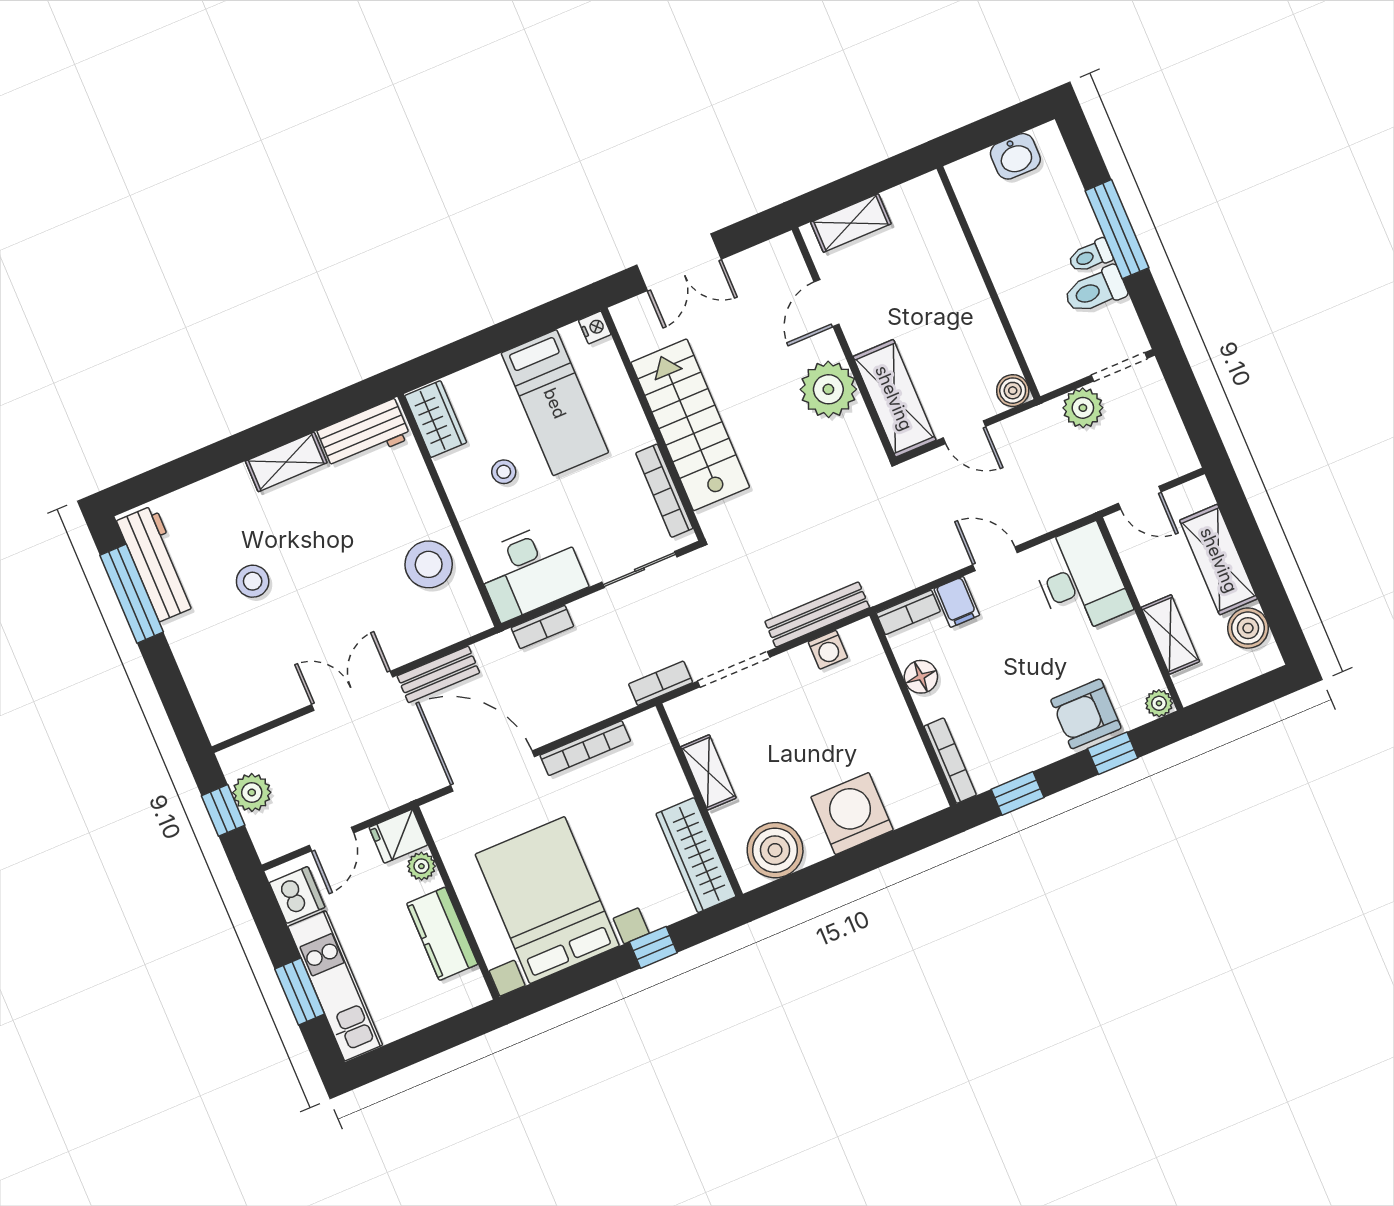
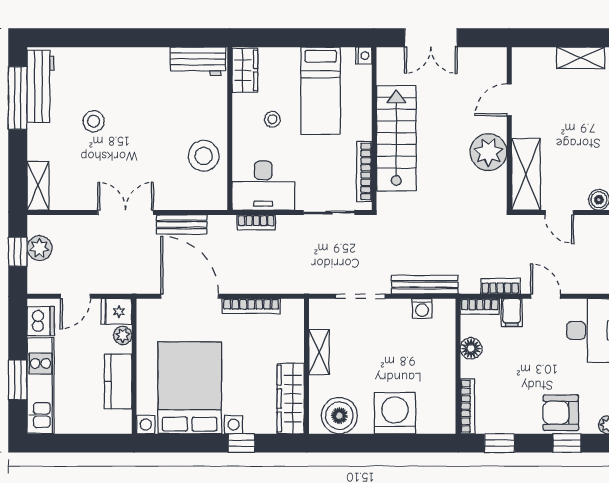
shelving: (851, 223) -> (581, 58), moved
shelving: (286, 462) -> (38, 186), moved, turned 90
bookcase: (661, 683) -> (500, 286), moved

